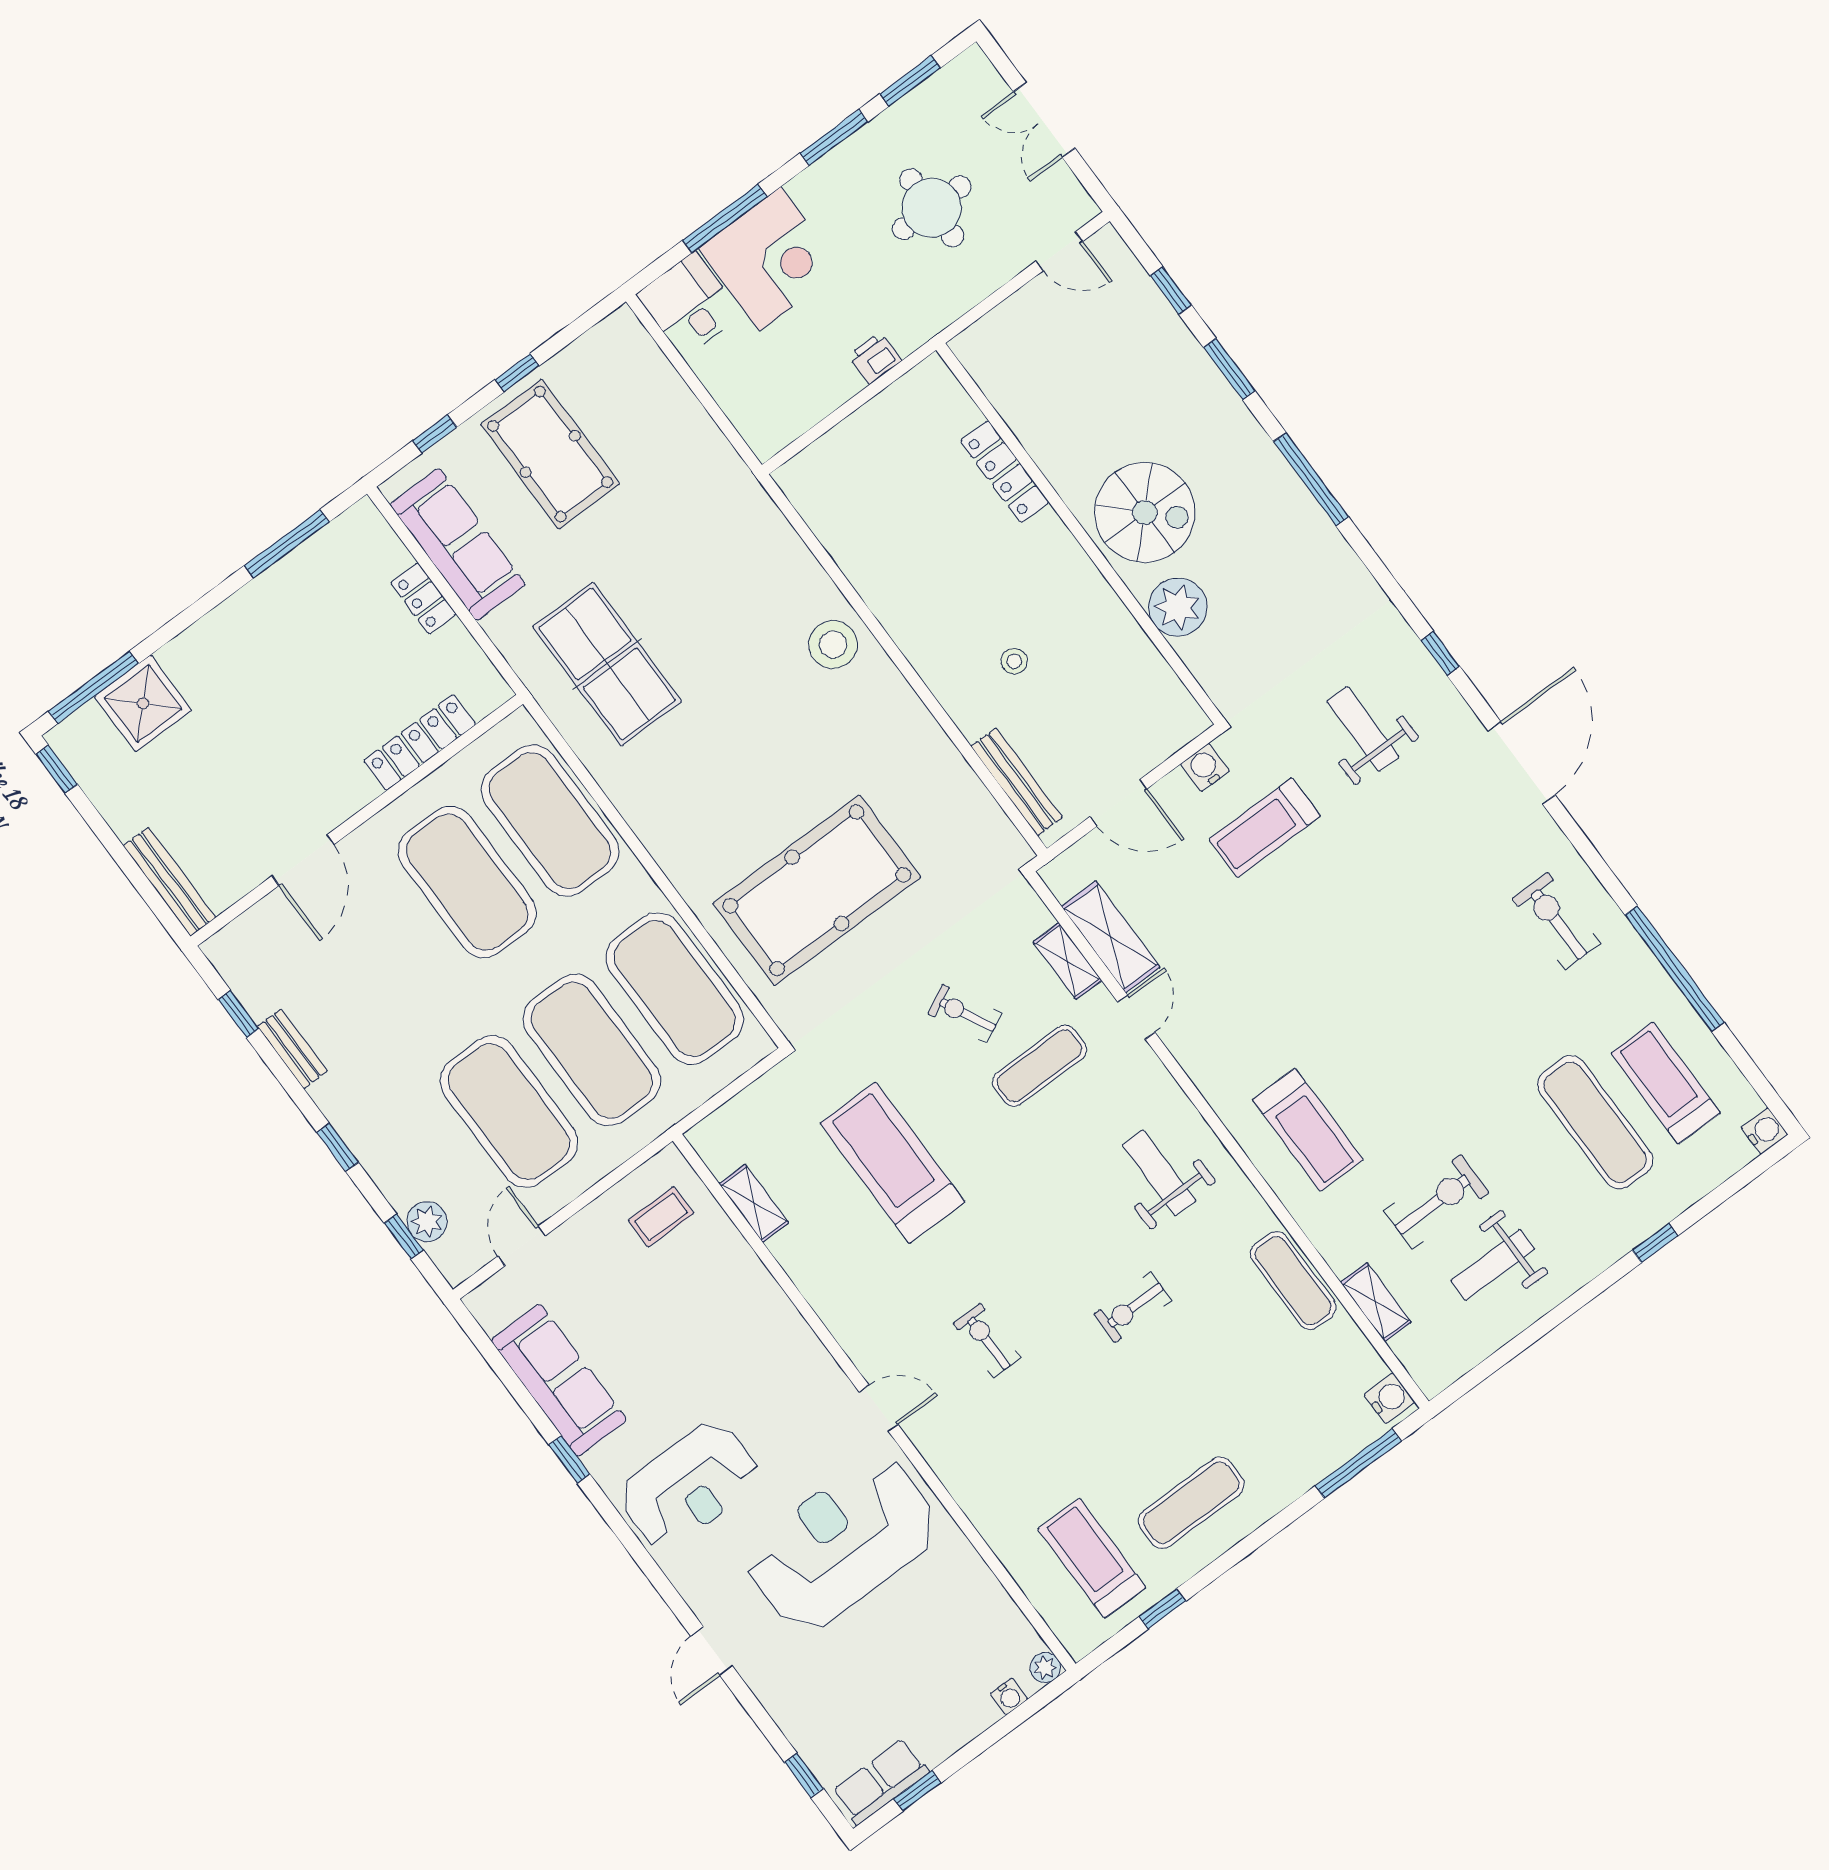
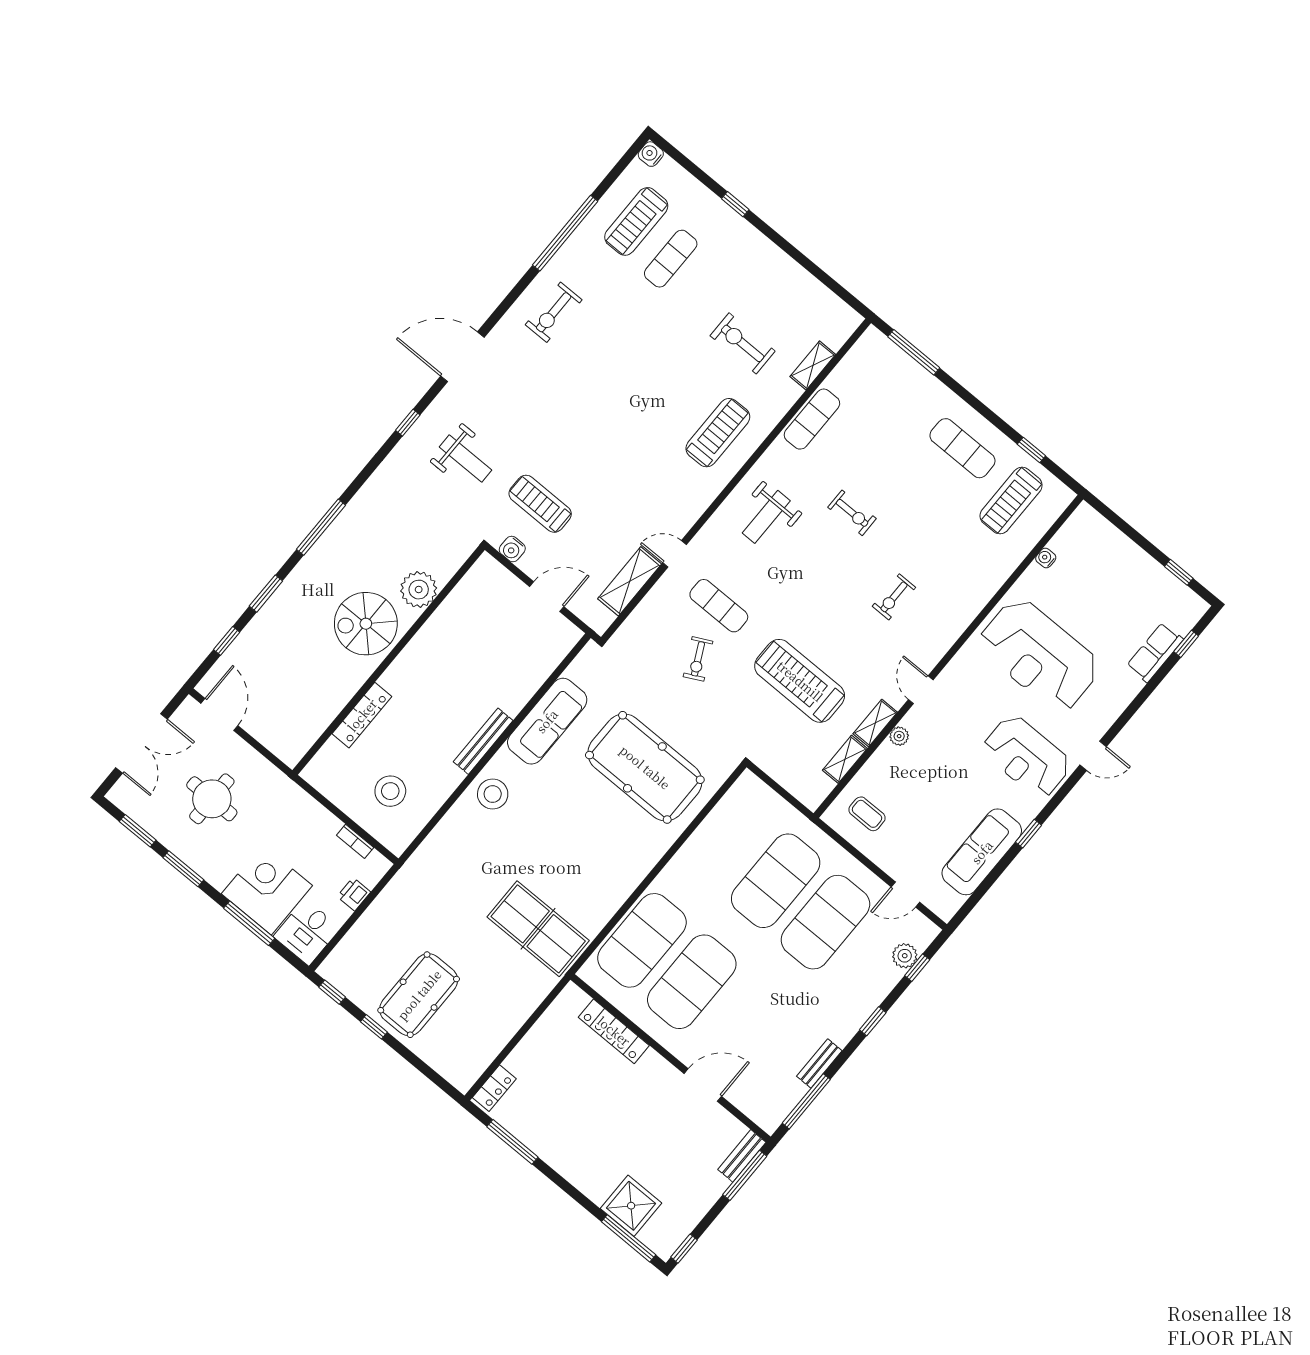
double door: (1044, 120) -> (142, 743), width x1.37
door: (1059, 251) -> (219, 715), width x1.38
printer: (875, 358) -> (354, 894), moved, turned 90
bookcase: (812, 413) -> (355, 841), added
window: (435, 434) -> (332, 992), moved
spiral stairs: (1145, 512) -> (366, 624), turned -90
sofa: (458, 544) -> (547, 721), moved, turned 180
locker: (423, 598) -> (494, 1088), moved
stool: (1014, 661) -> (390, 791), moved, width x1.89, depth x1.89
table tennis table: (607, 664) -> (538, 929), turned 90
weight bench: (1363, 729) -> (465, 458), turned -90
bench: (1017, 782) -> (483, 741), moved
door: (1118, 803) -> (547, 597), hinge flipped
treadmill: (1265, 828) -> (540, 504), turned 180
bench: (169, 882) -> (742, 1156), width x0.73
window: (147, 891) -> (745, 1175), added
shelving: (1067, 961) -> (875, 723), moved
exercise mat: (675, 988) -> (726, 839), removed
window: (239, 1014) -> (806, 1101), width x2.17
exercise mat: (1595, 1122) -> (671, 259), width x0.73, depth x0.69
treadmill: (892, 1163) -> (800, 681), turned 90
weight bench: (1493, 1265) -> (773, 300), removed
water cooler: (1389, 1398) -> (869, 343), removed
door: (879, 1408) -> (921, 690), moved
reception desk: (689, 1486) -> (1027, 757), turned 180
door: (712, 1651) -> (1093, 756), moved
plant: (1045, 1668) -> (899, 736), moved
water cooler: (1009, 1696) -> (1046, 558), moved, turned -90
row of seats: (881, 1781) -> (1155, 652), moved, turned 90

